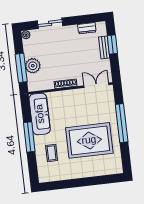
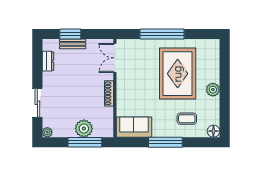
sofa: (40, 114) -> (134, 127), width x0.73
plant: (79, 172) -> (213, 90), added
floor lamp: (44, 177) -> (213, 131), added

